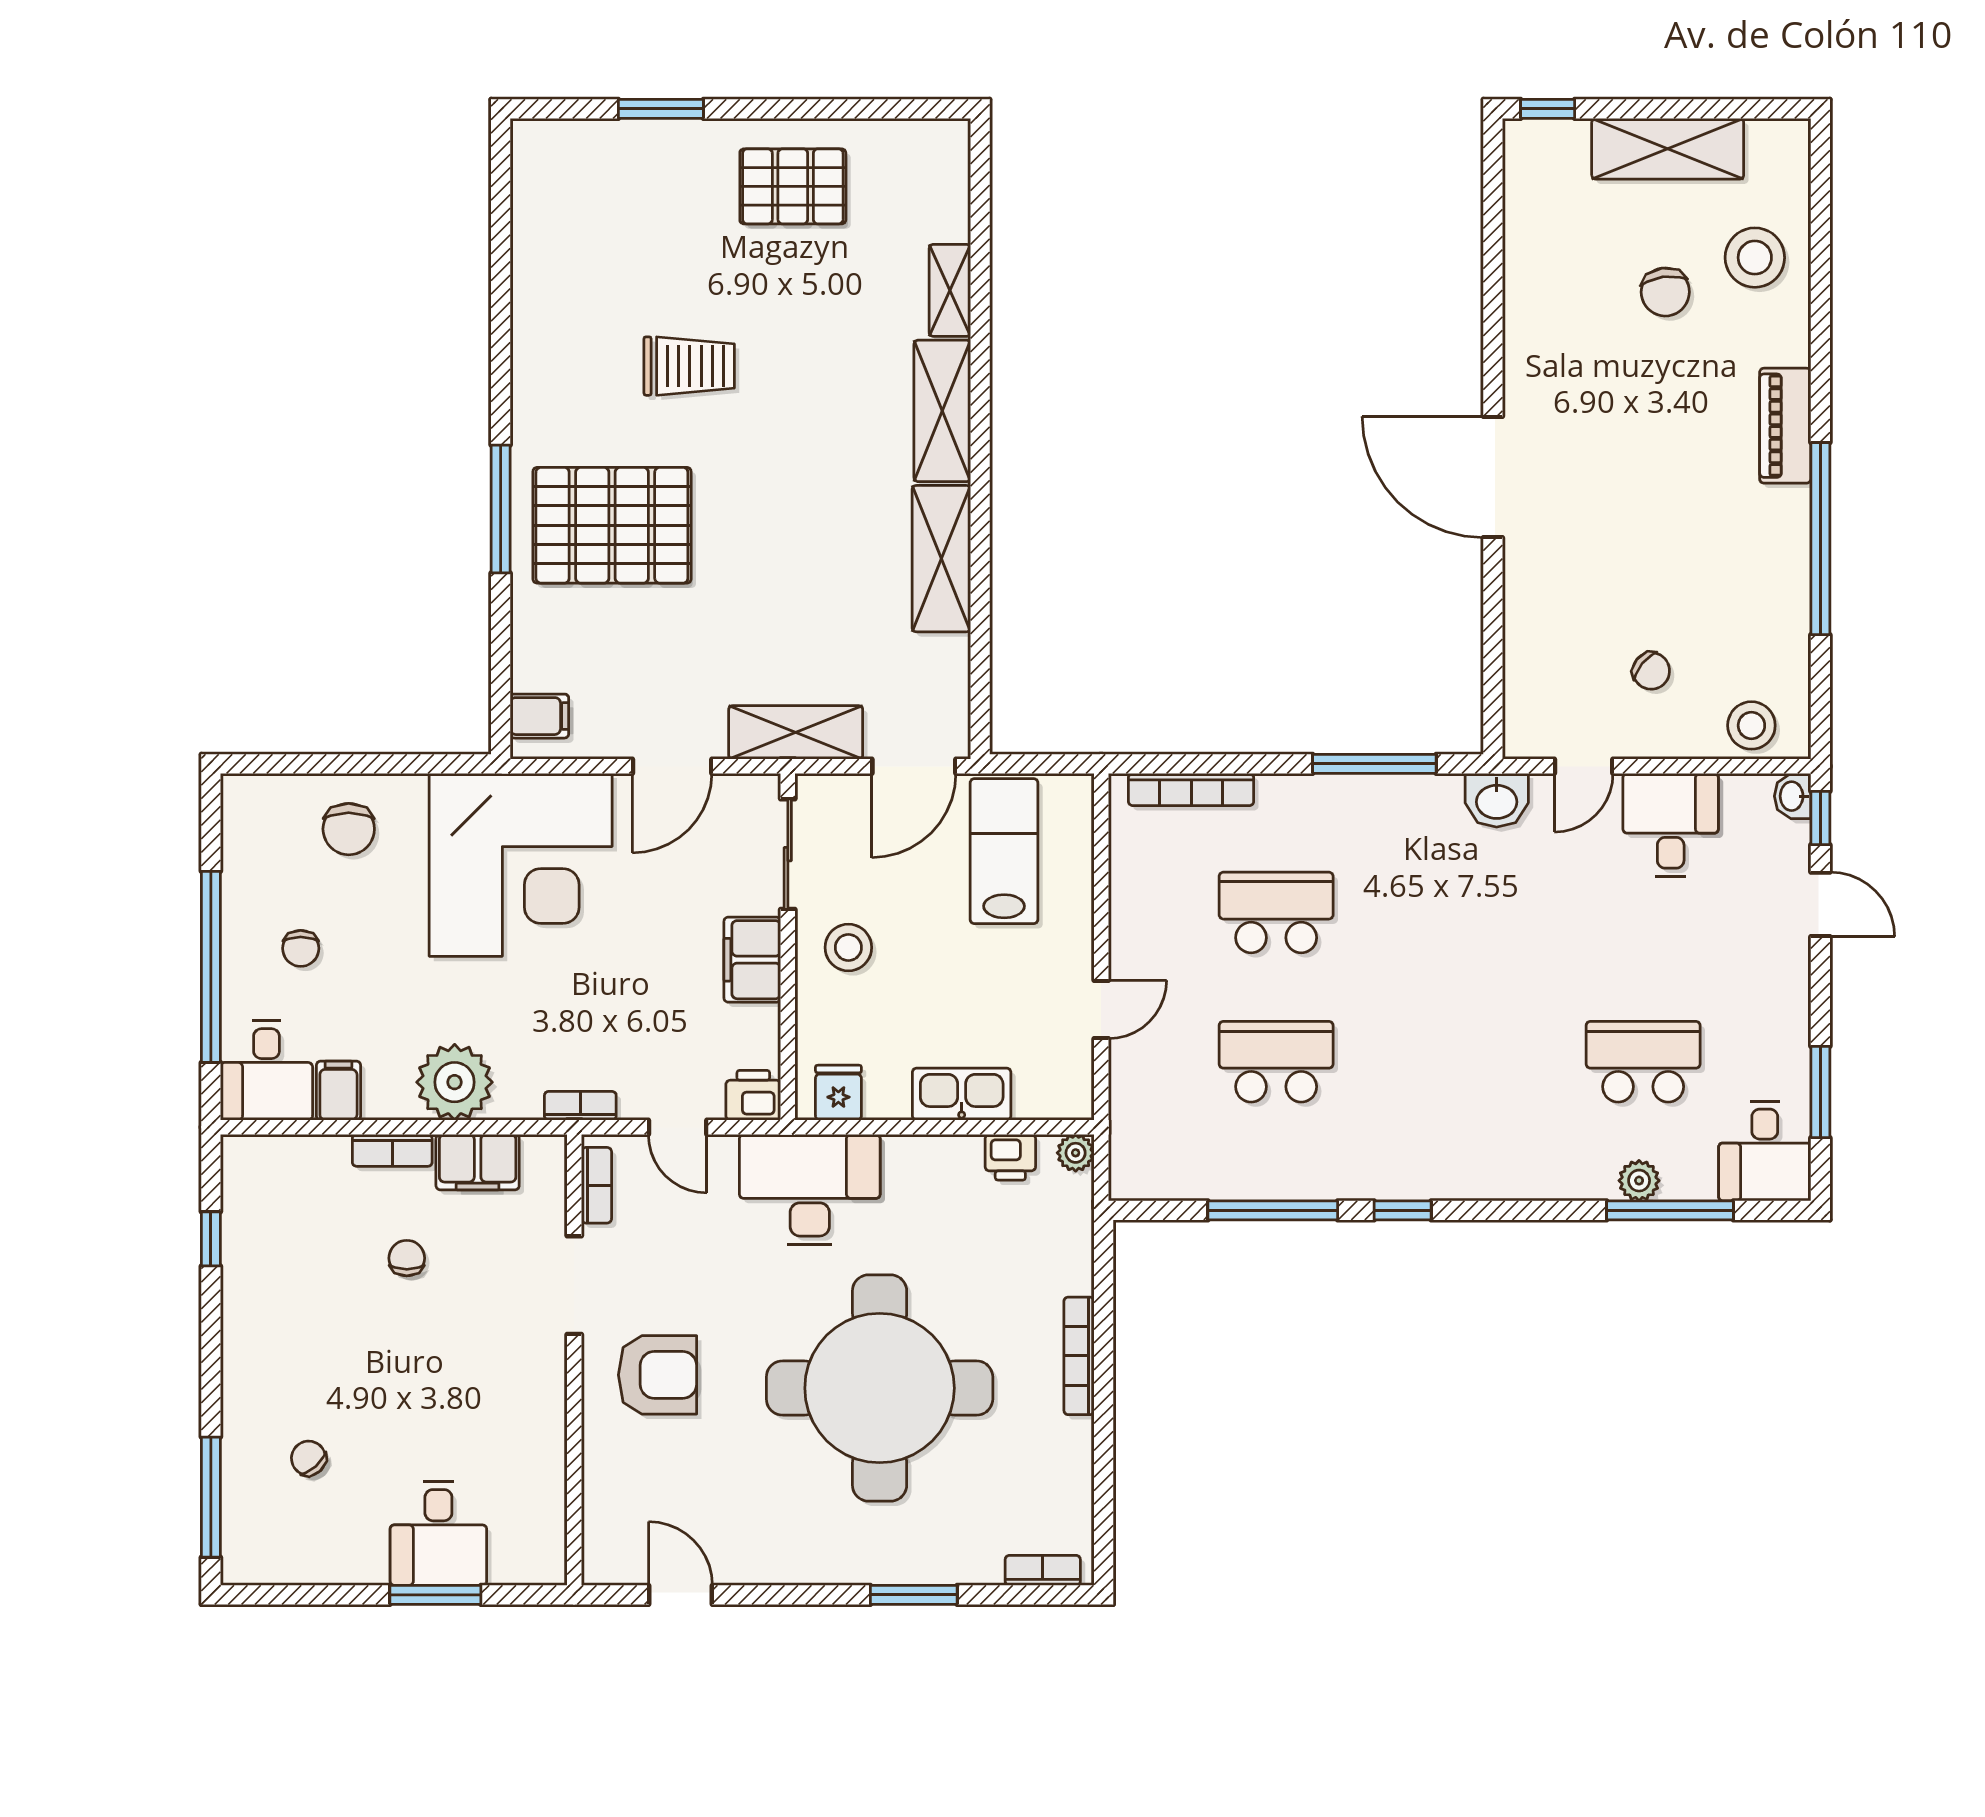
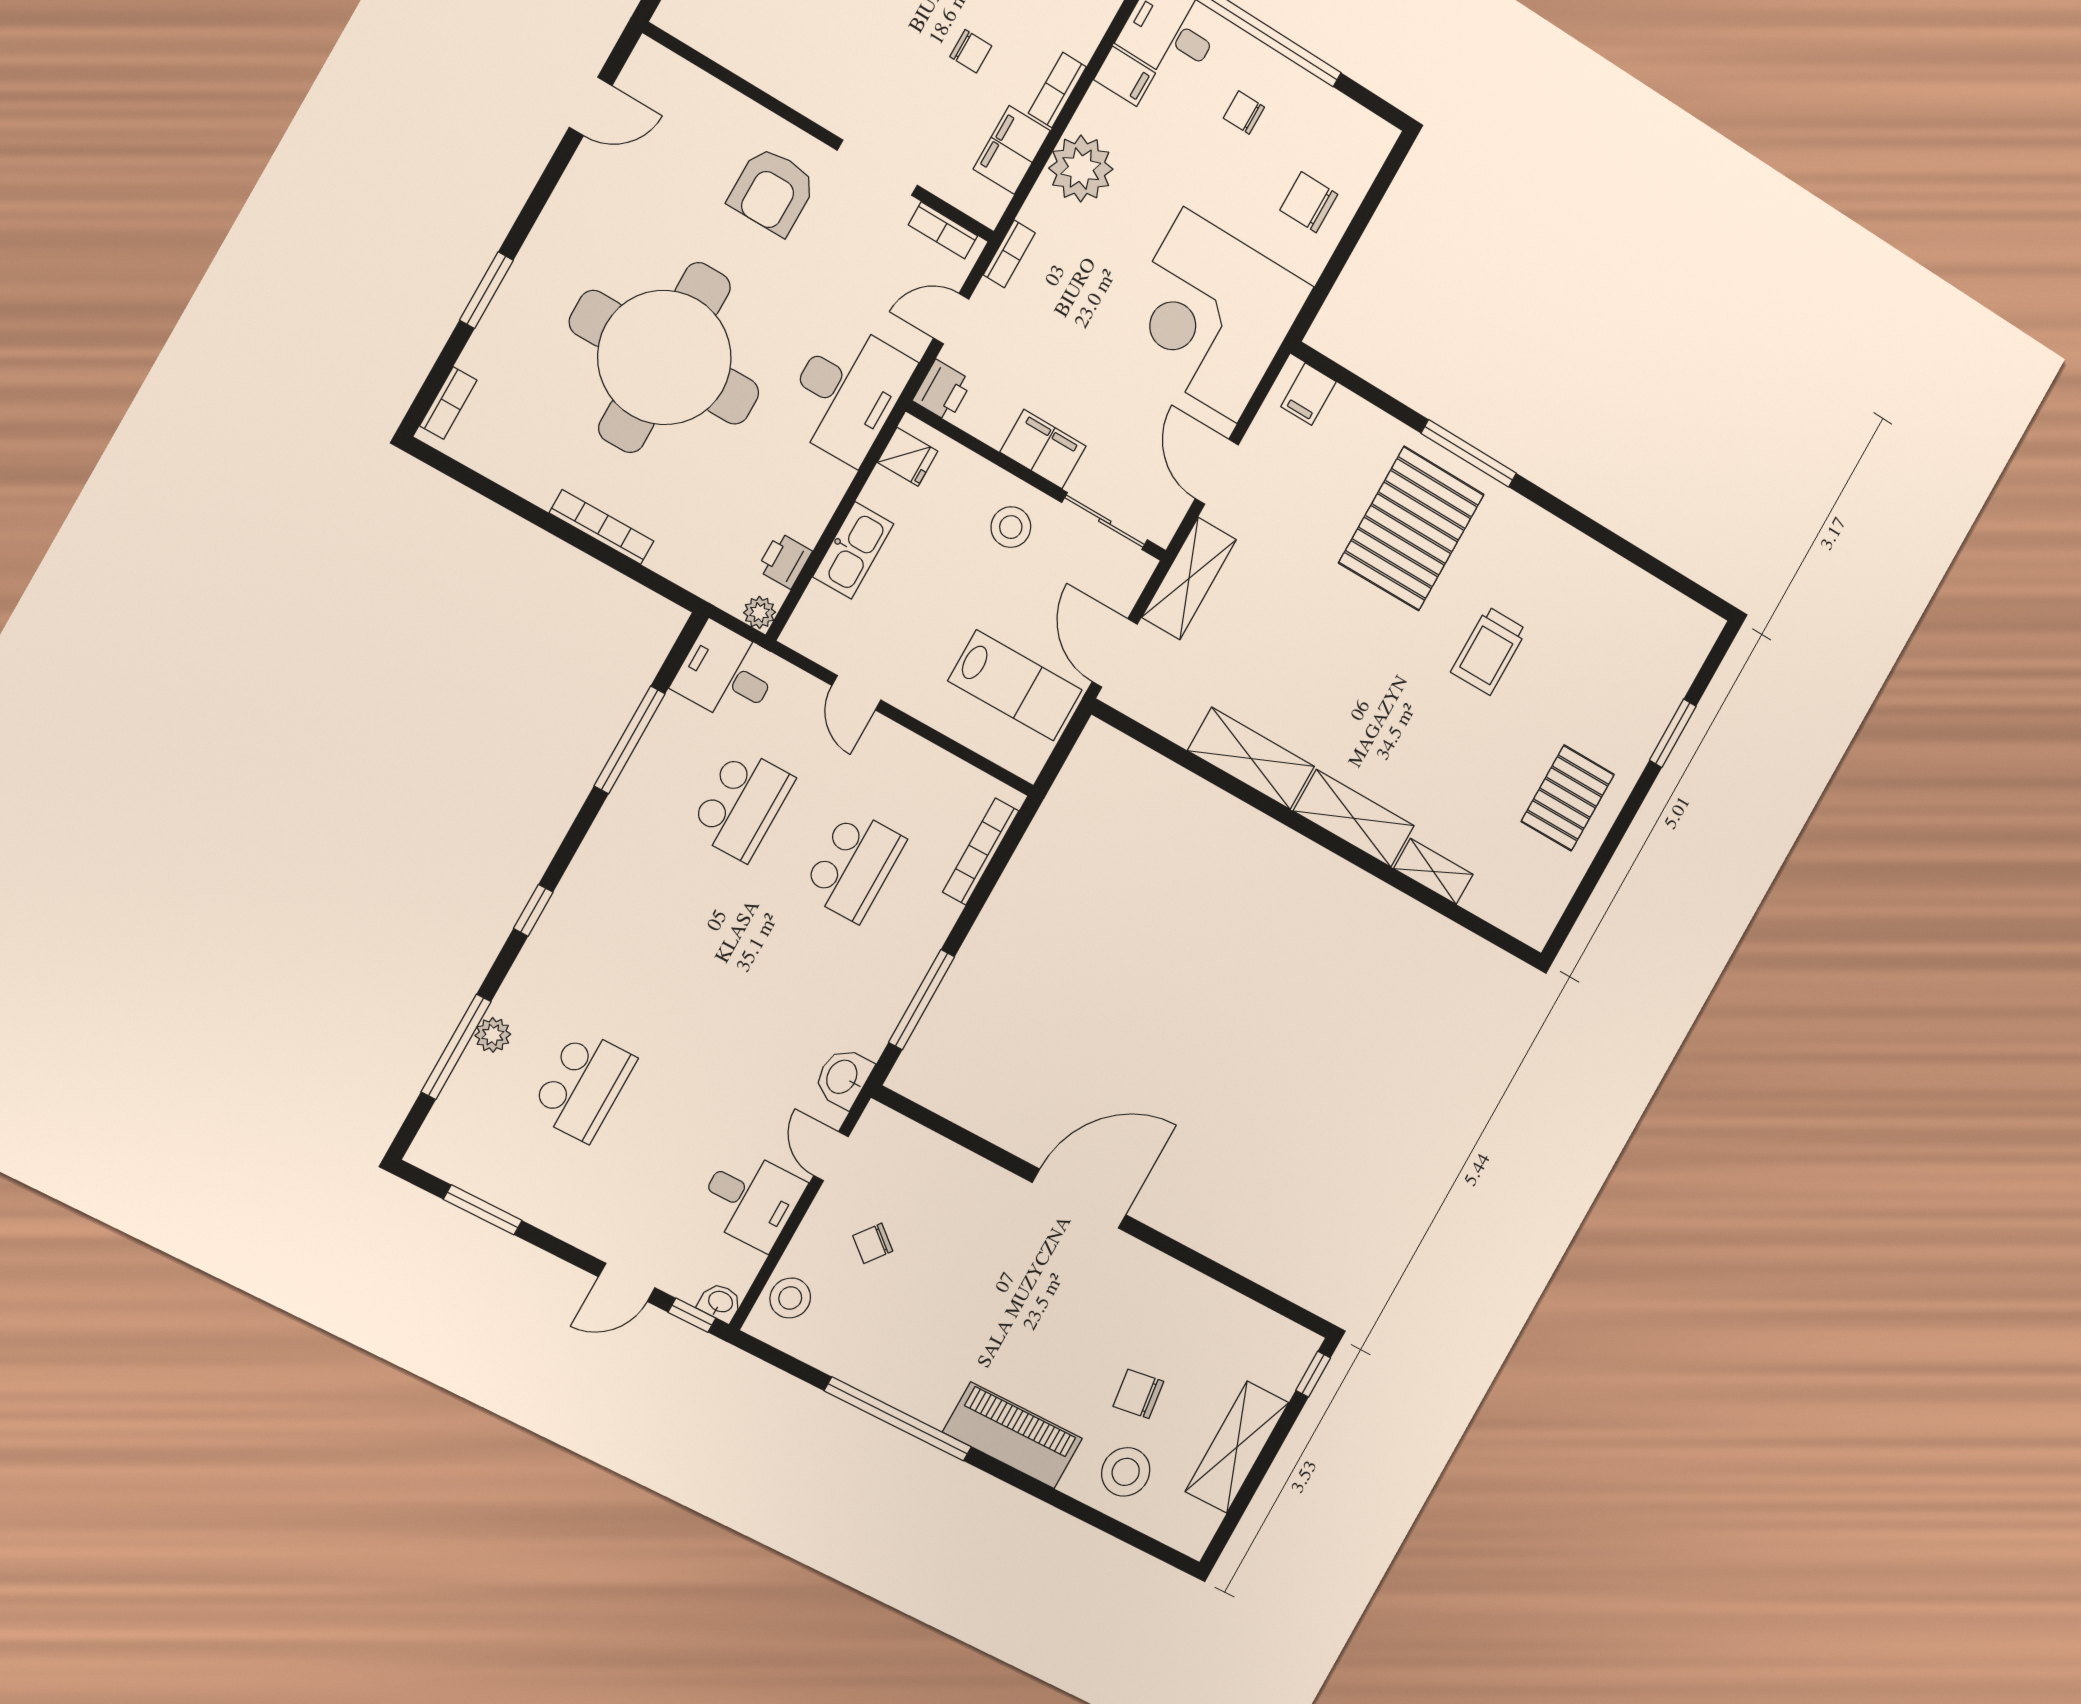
piano: (1785, 426) -> (1013, 1435), width x1.37, depth x1.33
desk: (1765, 1151) -> (727, 674), moved
window: (1403, 1210) -> (533, 910), moved

